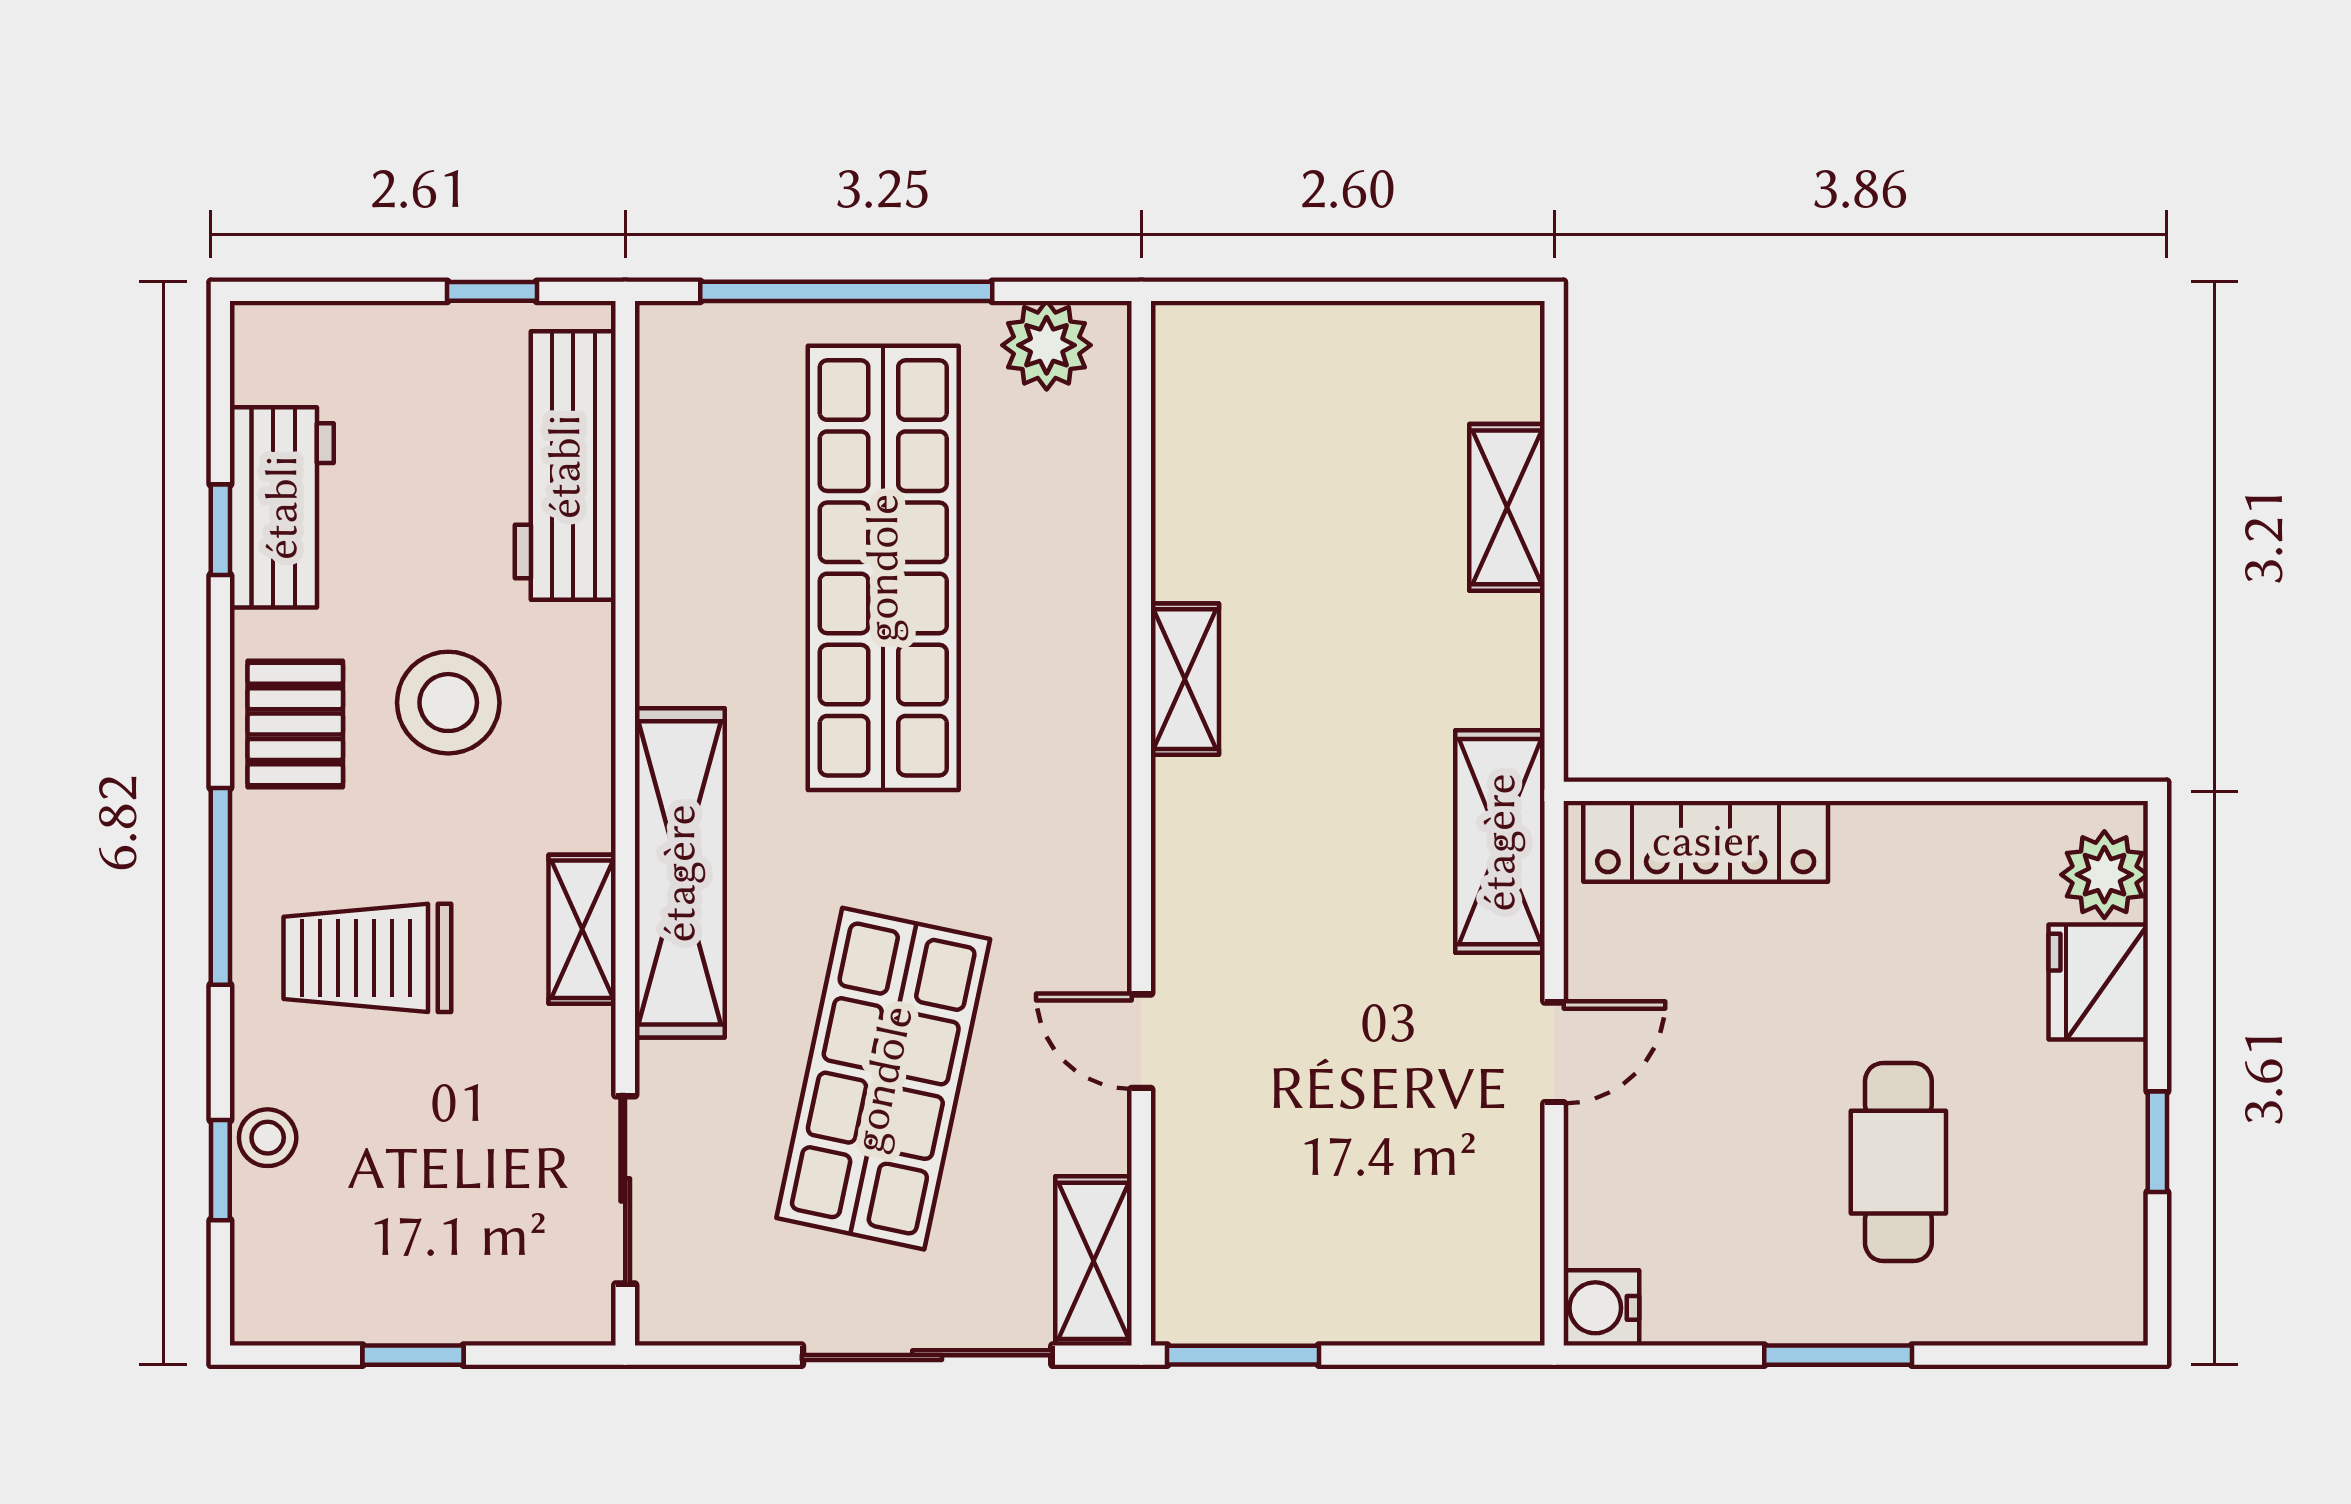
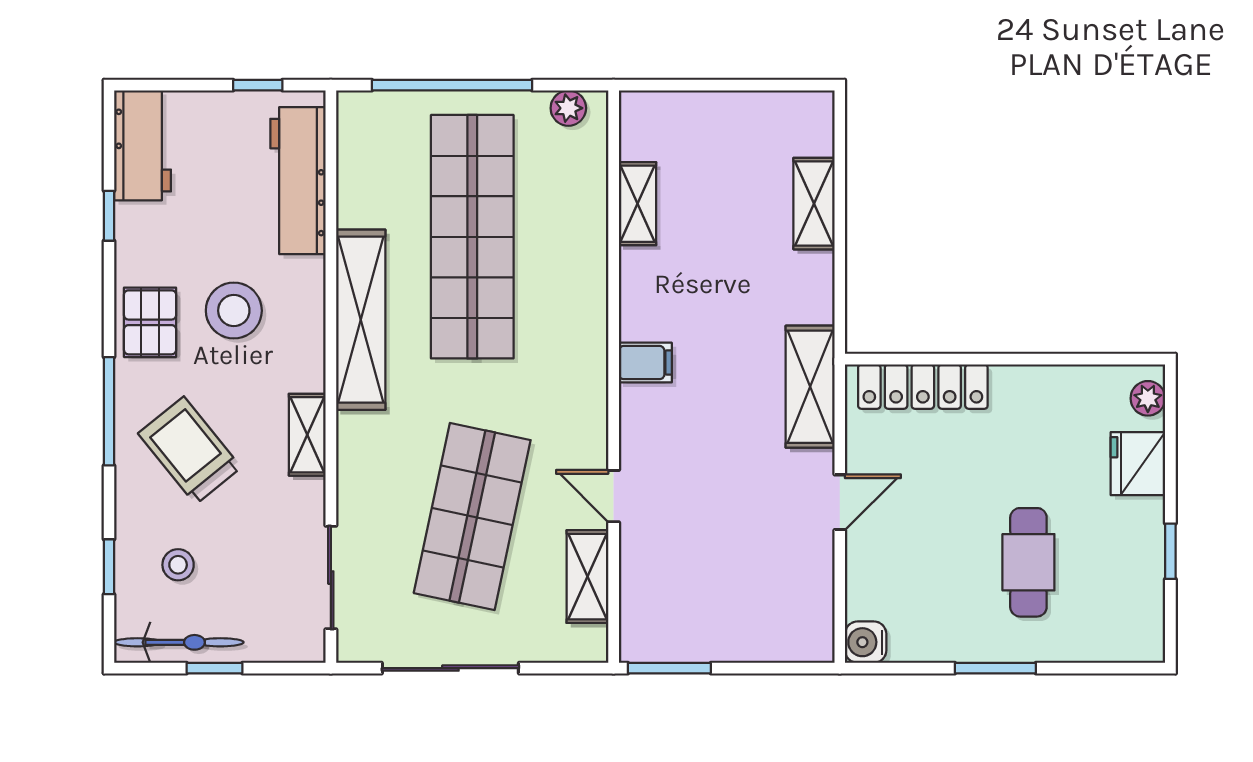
plant: (1047, 345) -> (568, 108), width x0.73, depth x0.73
workbench: (282, 507) -> (143, 145), moved
shelving: (1185, 679) -> (637, 204), moved
filing cabinet: (1199, 797) -> (645, 363), added
shelving: (680, 873) -> (361, 320), moved
plant: (2104, 875) -> (1148, 398), width x0.73, depth x0.73
trolley: (367, 958) -> (190, 450), turned 51
stool: (268, 1138) -> (178, 565), moved
shelving: (1094, 1261) -> (587, 577), moved
bicycle: (348, 1308) -> (179, 642), added
sliding door: (927, 1355) -> (450, 668), moved

